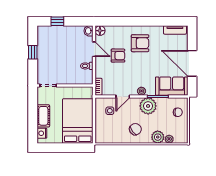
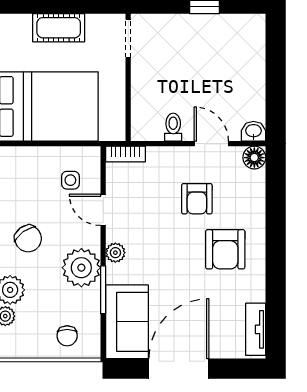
window: (57, 21) -> (276, 60), removed
door: (94, 49) -> (211, 144), swing flipped
nightstand: (42, 133) -> (19, 25), removed

